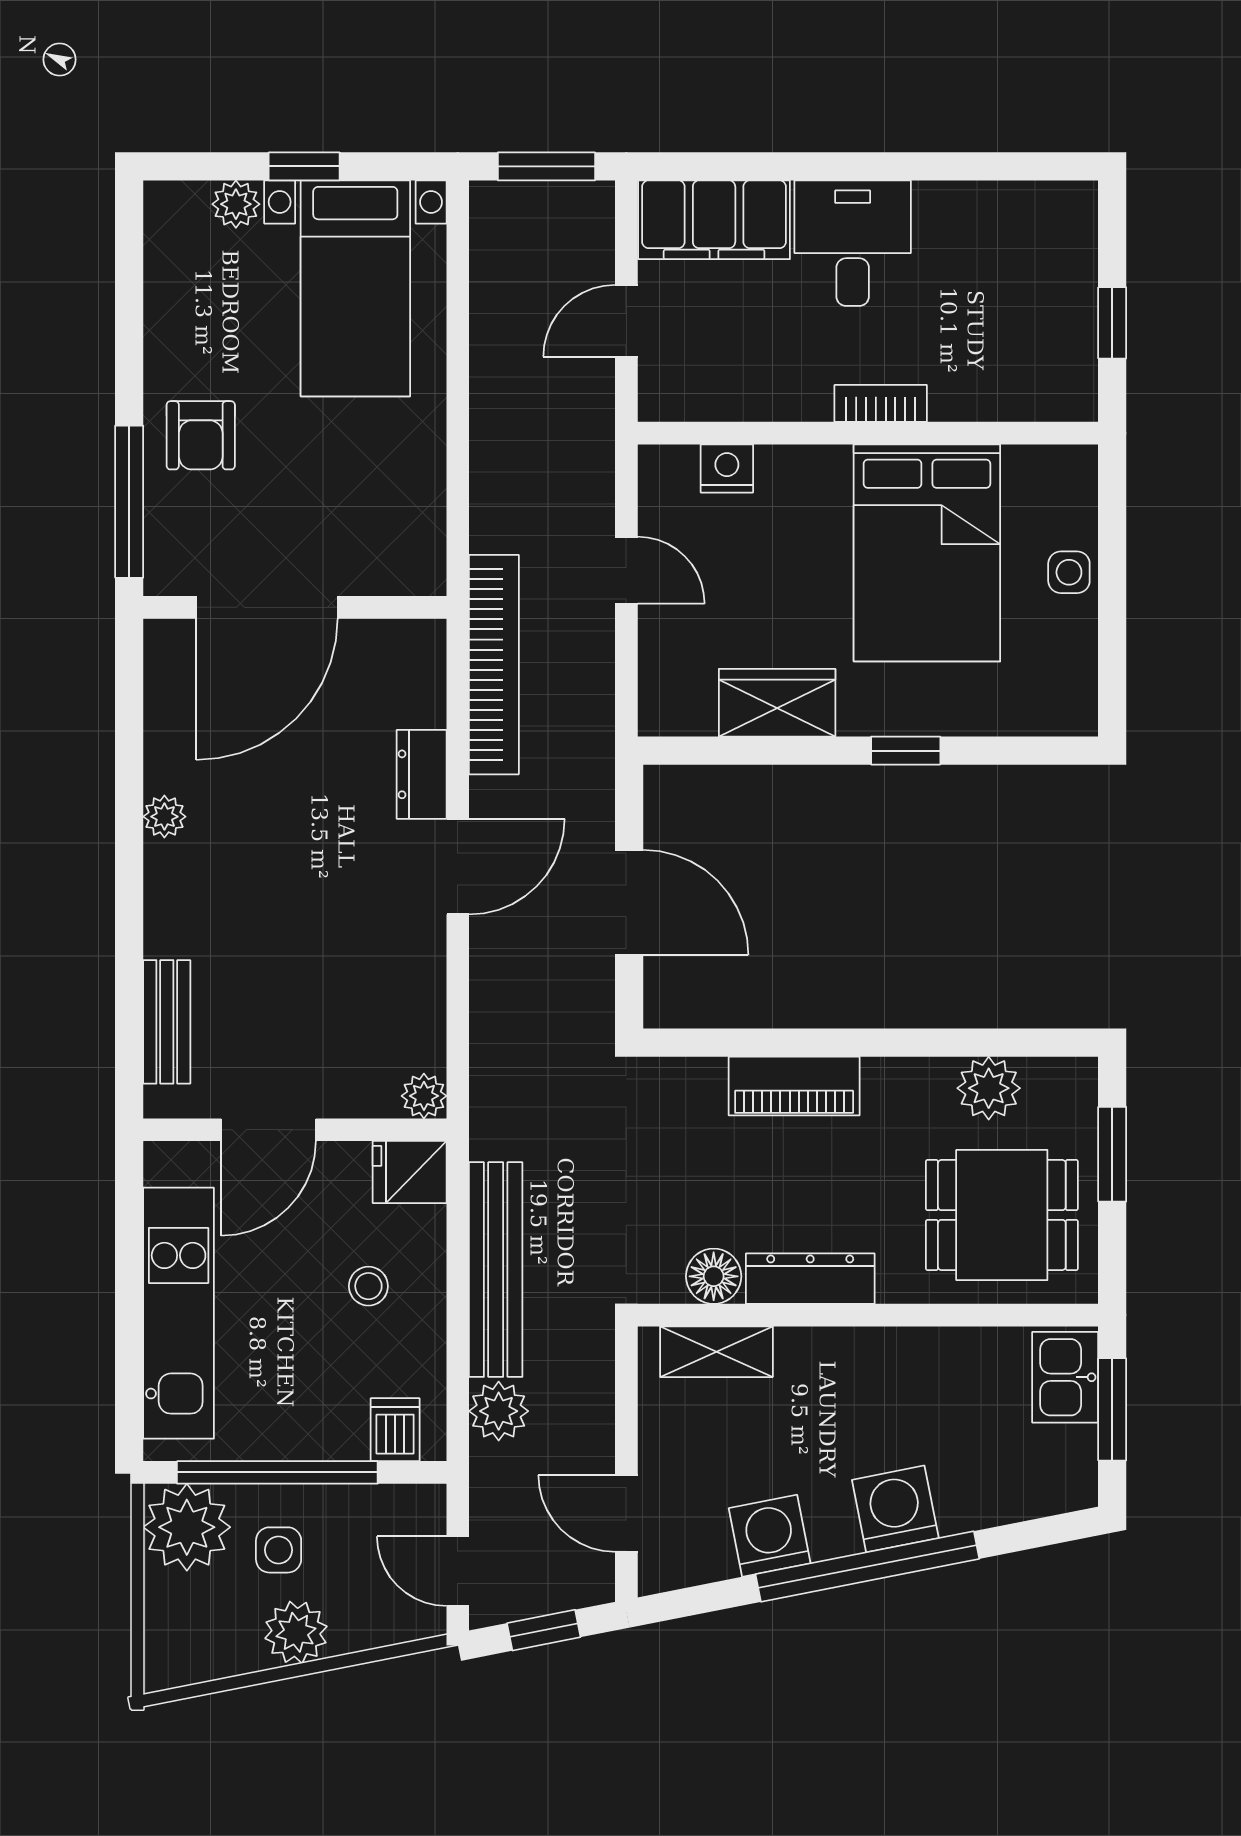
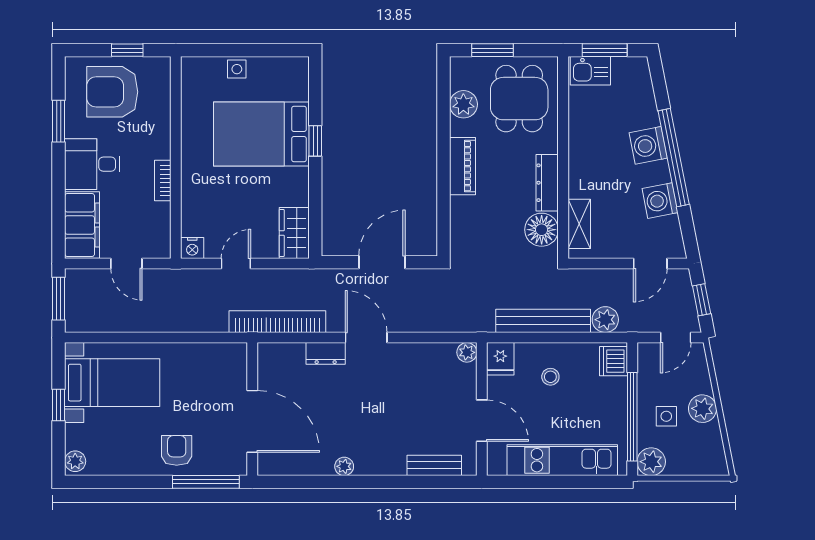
window: (950, 166) -> (59, 121), added
plant: (236, 204) -> (75, 461), moved
armchair: (1017, 289) -> (112, 92), added
bookcase: (881, 403) -> (163, 181), moved
armchair: (201, 435) -> (177, 450), turned -90
nightstand: (727, 469) -> (192, 248), moved, turned -90
bed: (927, 553) -> (261, 134), moved, turned 180
wardrobe: (777, 703) -> (294, 233), moved
piano: (794, 1086) -> (463, 166), moved
floor lamp: (714, 1276) -> (542, 230), width x1.38, depth x1.38
dishwasher: (395, 1430) -> (613, 361), width x1.38
plant: (187, 1527) -> (651, 462), width x0.73, depth x0.73

